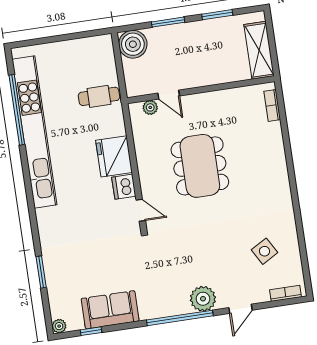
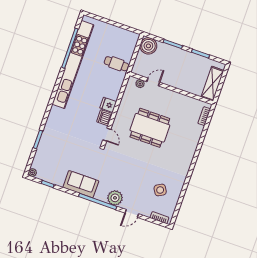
door: (169, 95) -> (153, 82), swing flipped
fridge: (114, 156) -> (108, 105), width x0.53, depth x0.75
dining table: (200, 166) -> (150, 128), turned 90
sofa: (110, 310) -> (81, 184), moved

